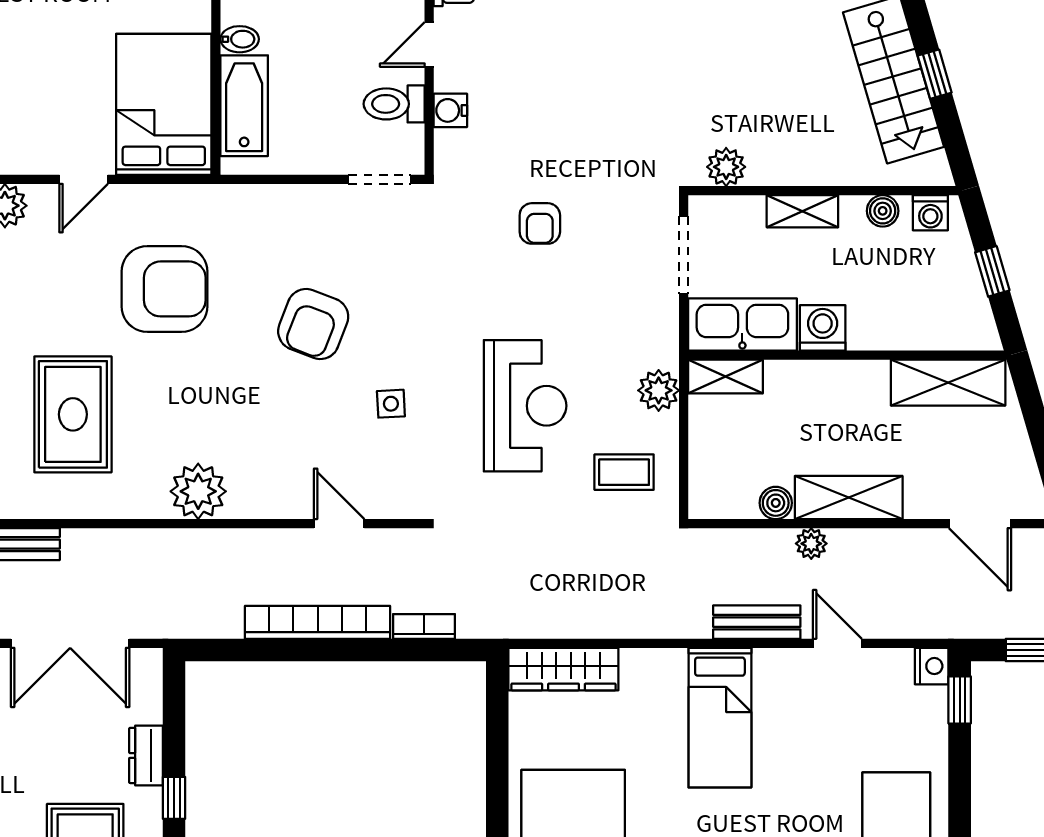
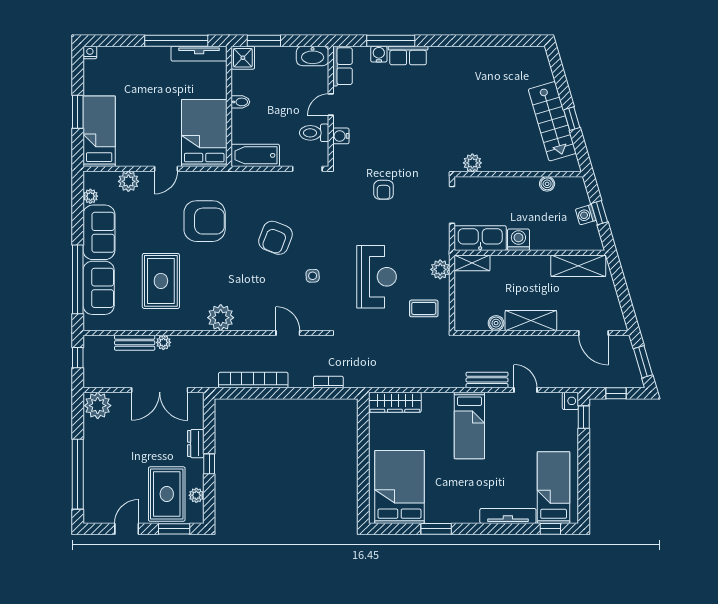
bathtub: (244, 106) -> (255, 155), moved, turned -90
shelving: (802, 211) -> (509, 184), removed
washing machine: (930, 213) -> (586, 215), moved, turned 74
plant: (811, 544) -> (163, 342), moved
bookcase: (318, 622) -> (253, 380), moved

